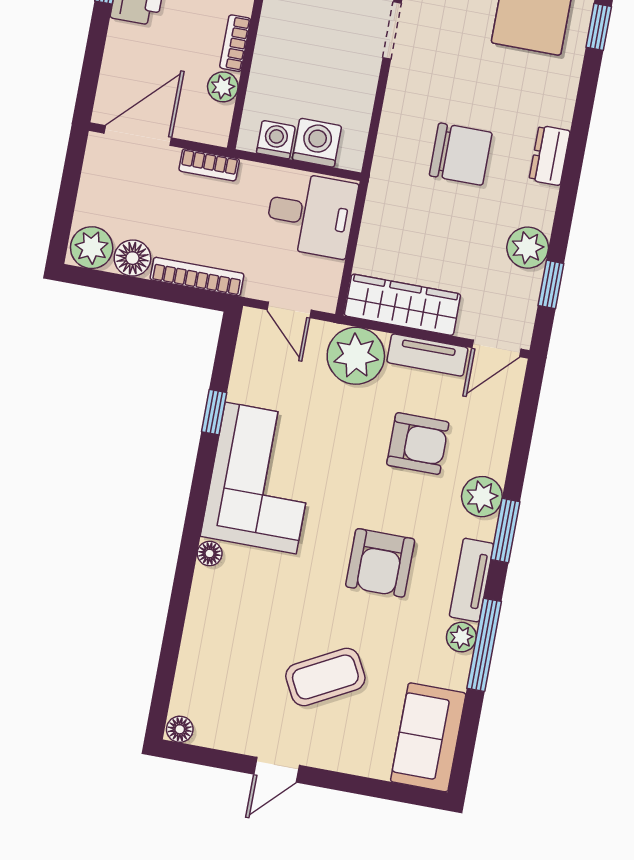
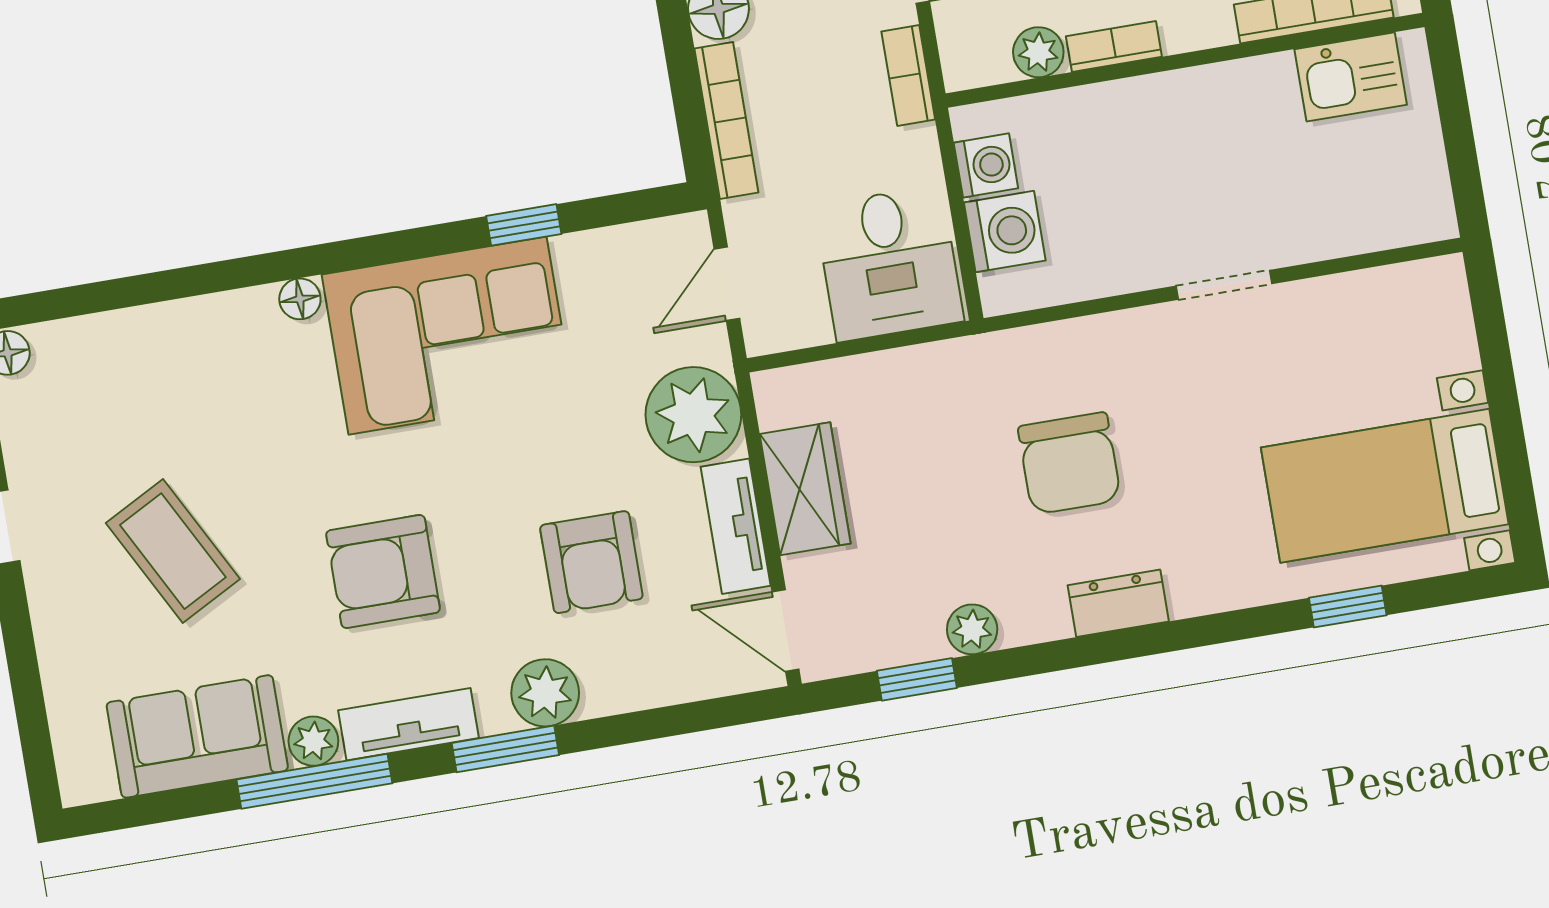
plant: (528, 248) -> (972, 629), width x0.73, depth x0.73
wardrobe: (402, 305) -> (805, 489), width x0.67
sofa: (428, 737) -> (197, 736), moved

